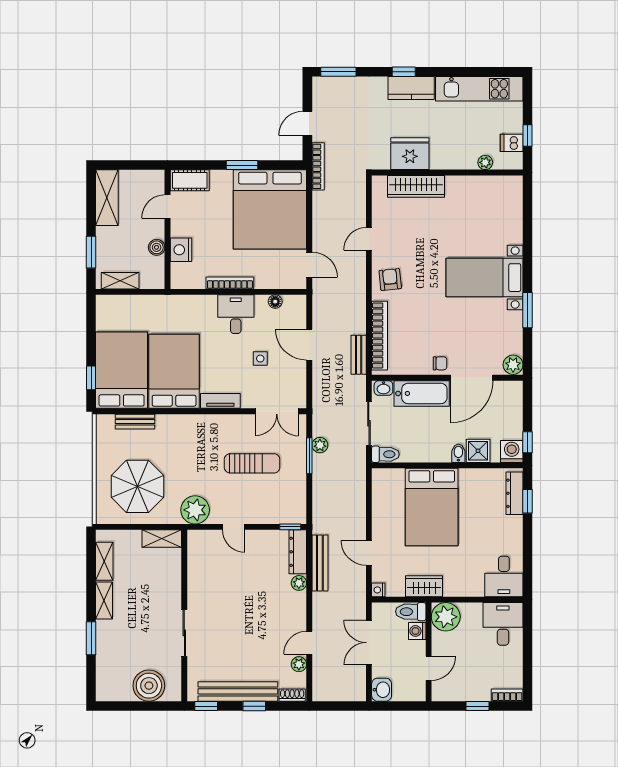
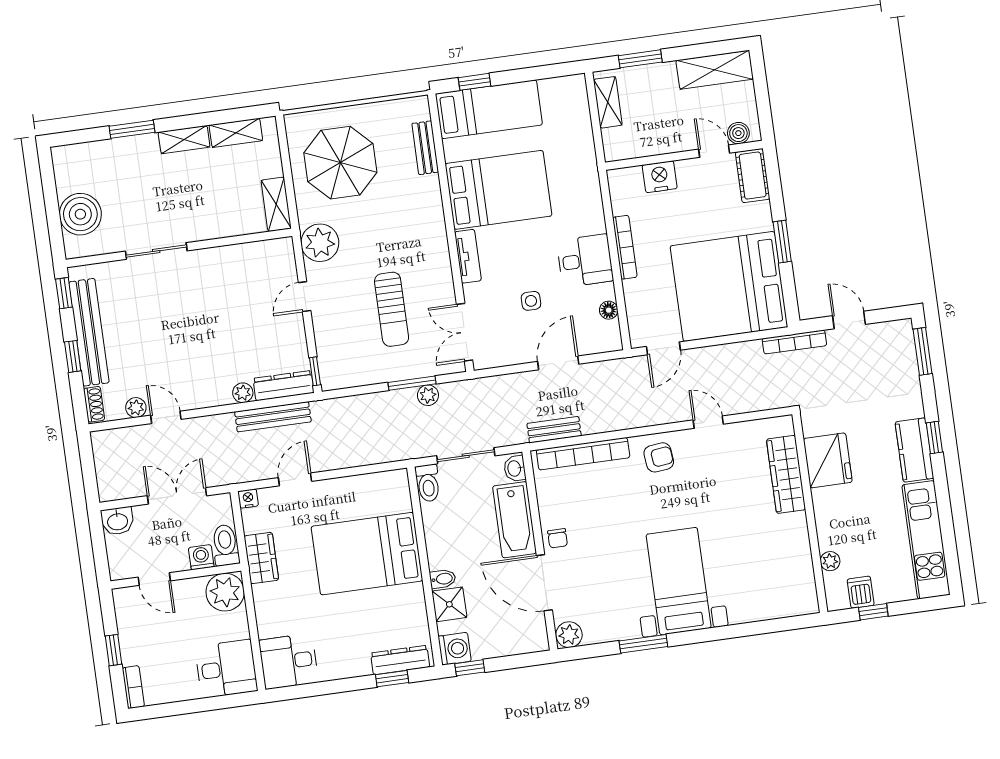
boiler: (157, 247) -> (738, 133), moved
bed: (122, 370) -> (489, 109), width x0.67

